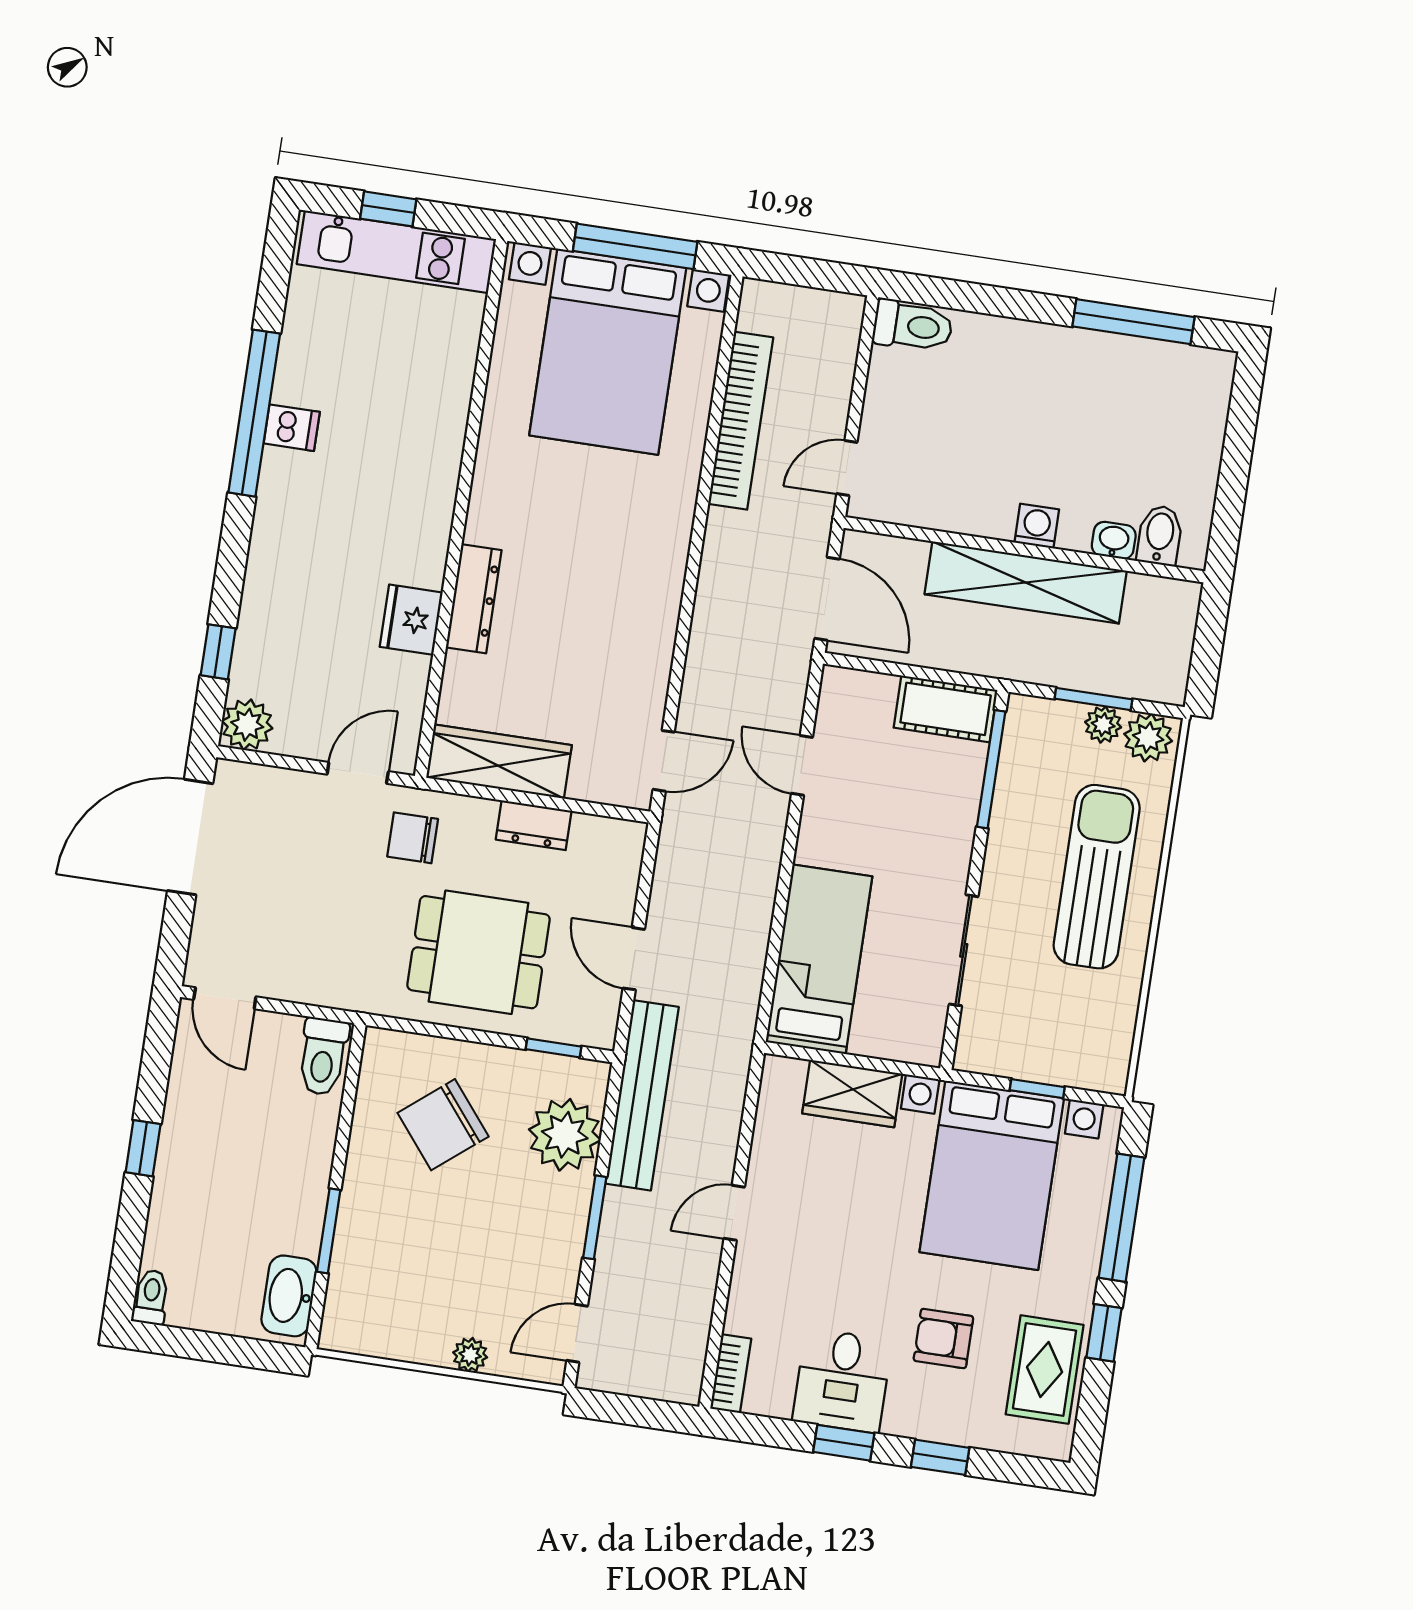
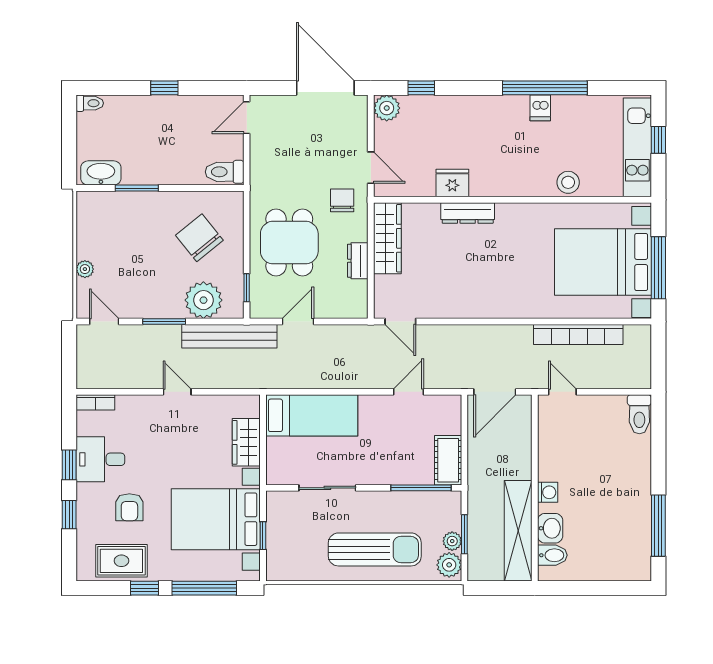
stool: (444, 396) -> (568, 182), added
washbasin: (1114, 540) -> (550, 528), width x1.38, depth x1.45
shelving: (1026, 583) -> (518, 531), moved
armchair: (943, 1339) -> (129, 507), turned 180

